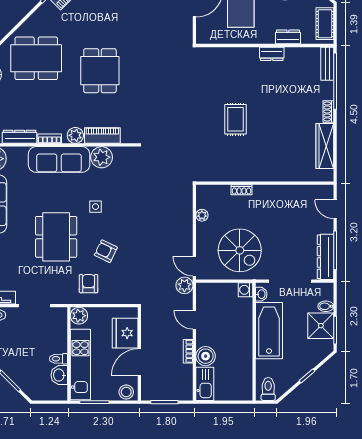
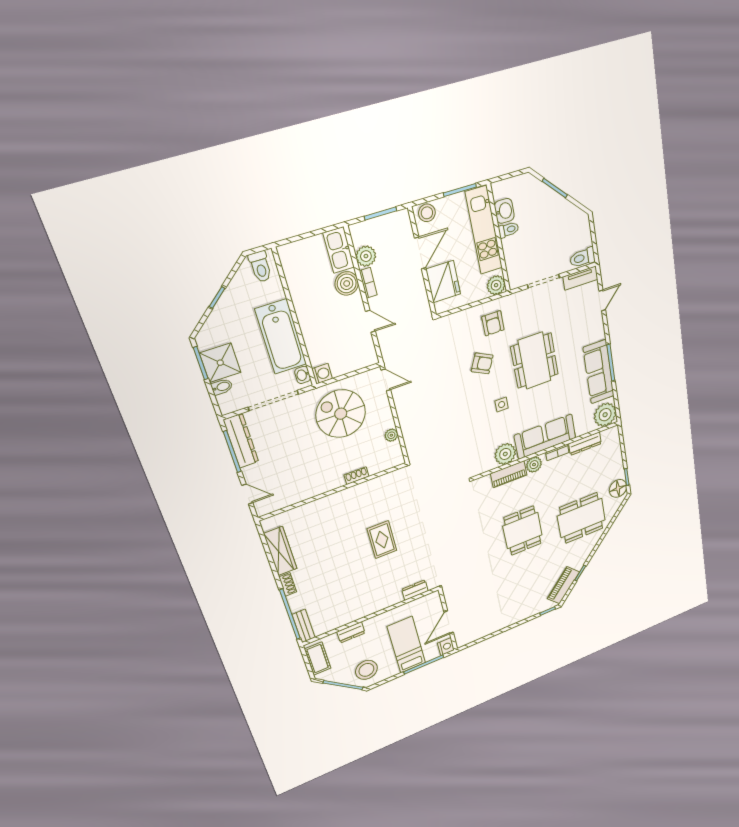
dresser: (272, 54) -> (415, 590), moved
plant: (184, 285) -> (366, 256), moved

